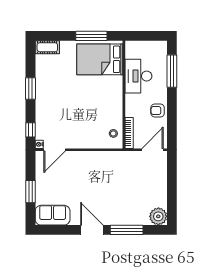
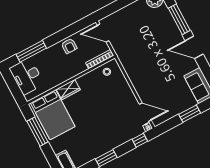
desk: (138, 76) -> (27, 76), moved, turned 90
wardrobe: (116, 87) -> (68, 89), added
door: (92, 230) -> (194, 47), hinge flipped

